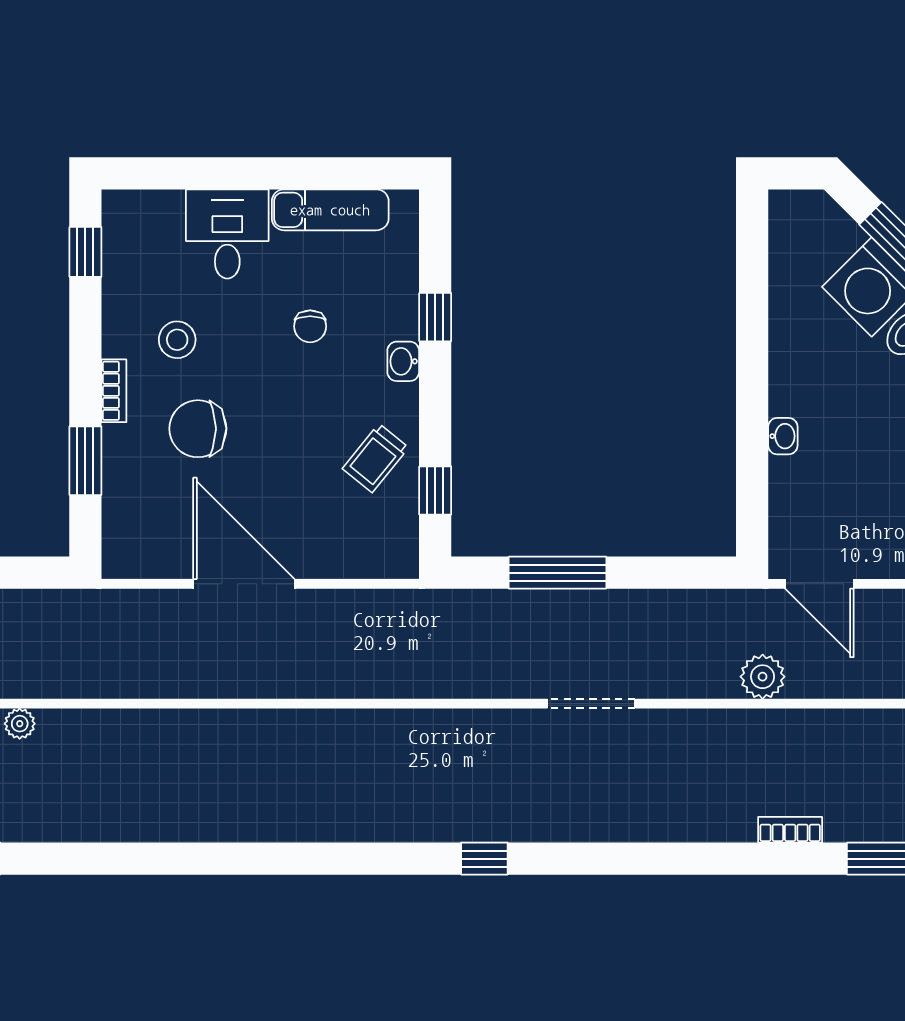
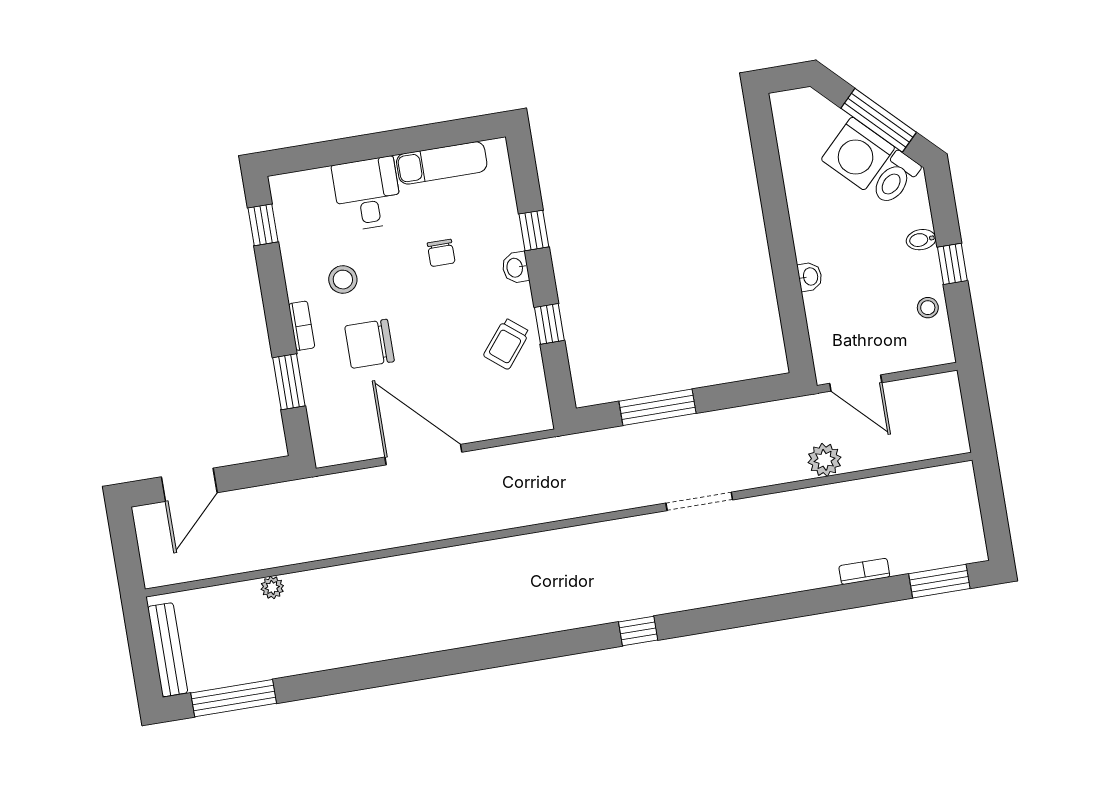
window: (435, 491) -> (549, 324), moved

